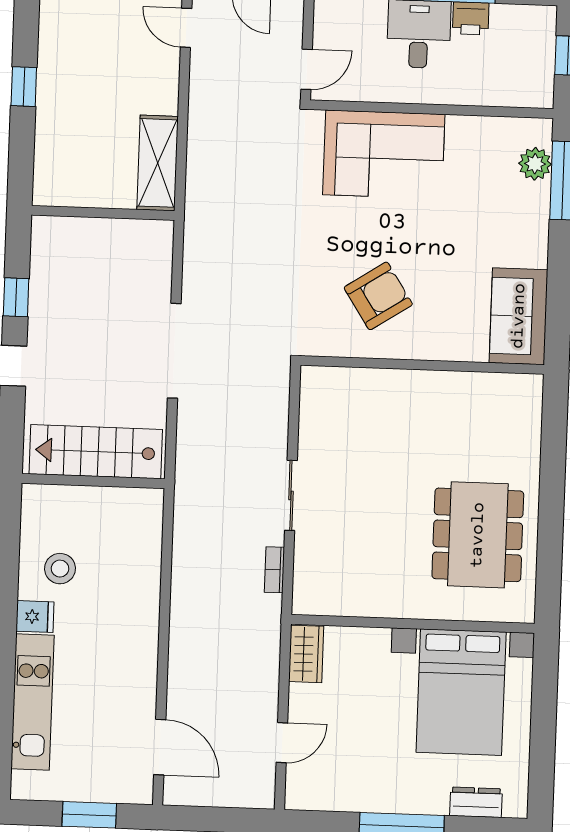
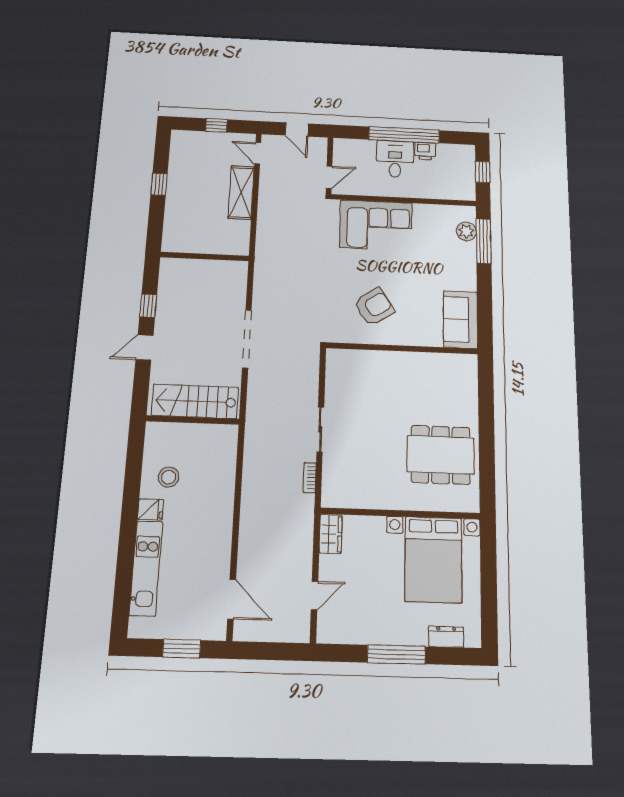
shelving: (158, 163) -> (241, 193), moved
dining table: (478, 535) -> (441, 455), turned 90

